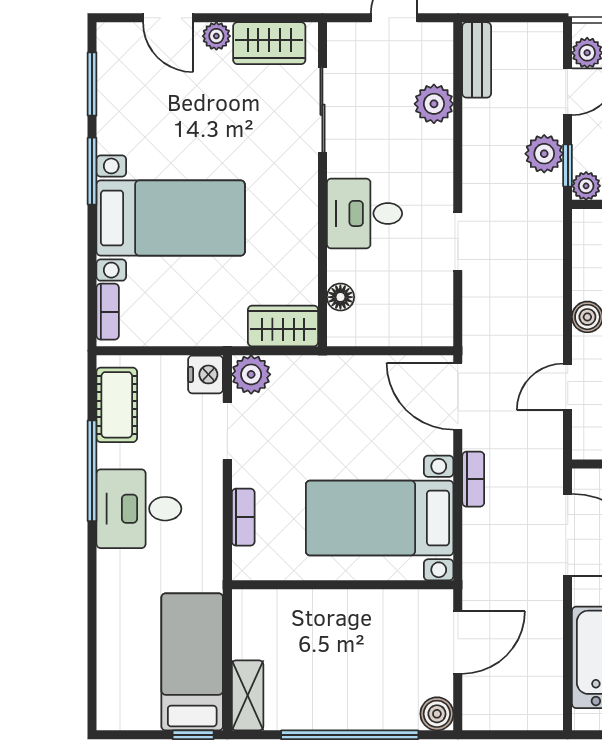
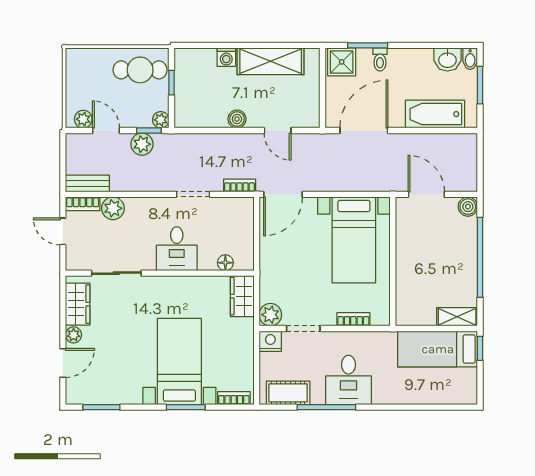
bookcase: (442, 52) -> (83, 204), added
window: (92, 171) -> (186, 407), moved
bookcase: (473, 479) -> (240, 185), moved

